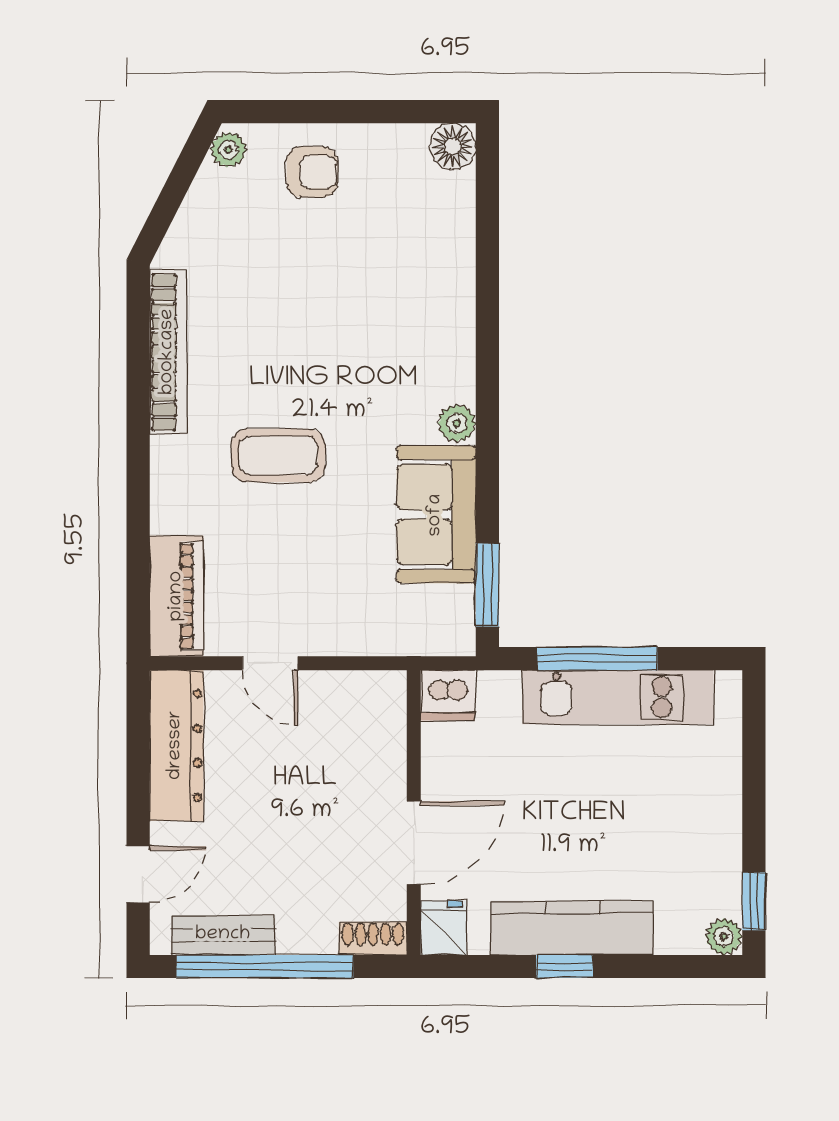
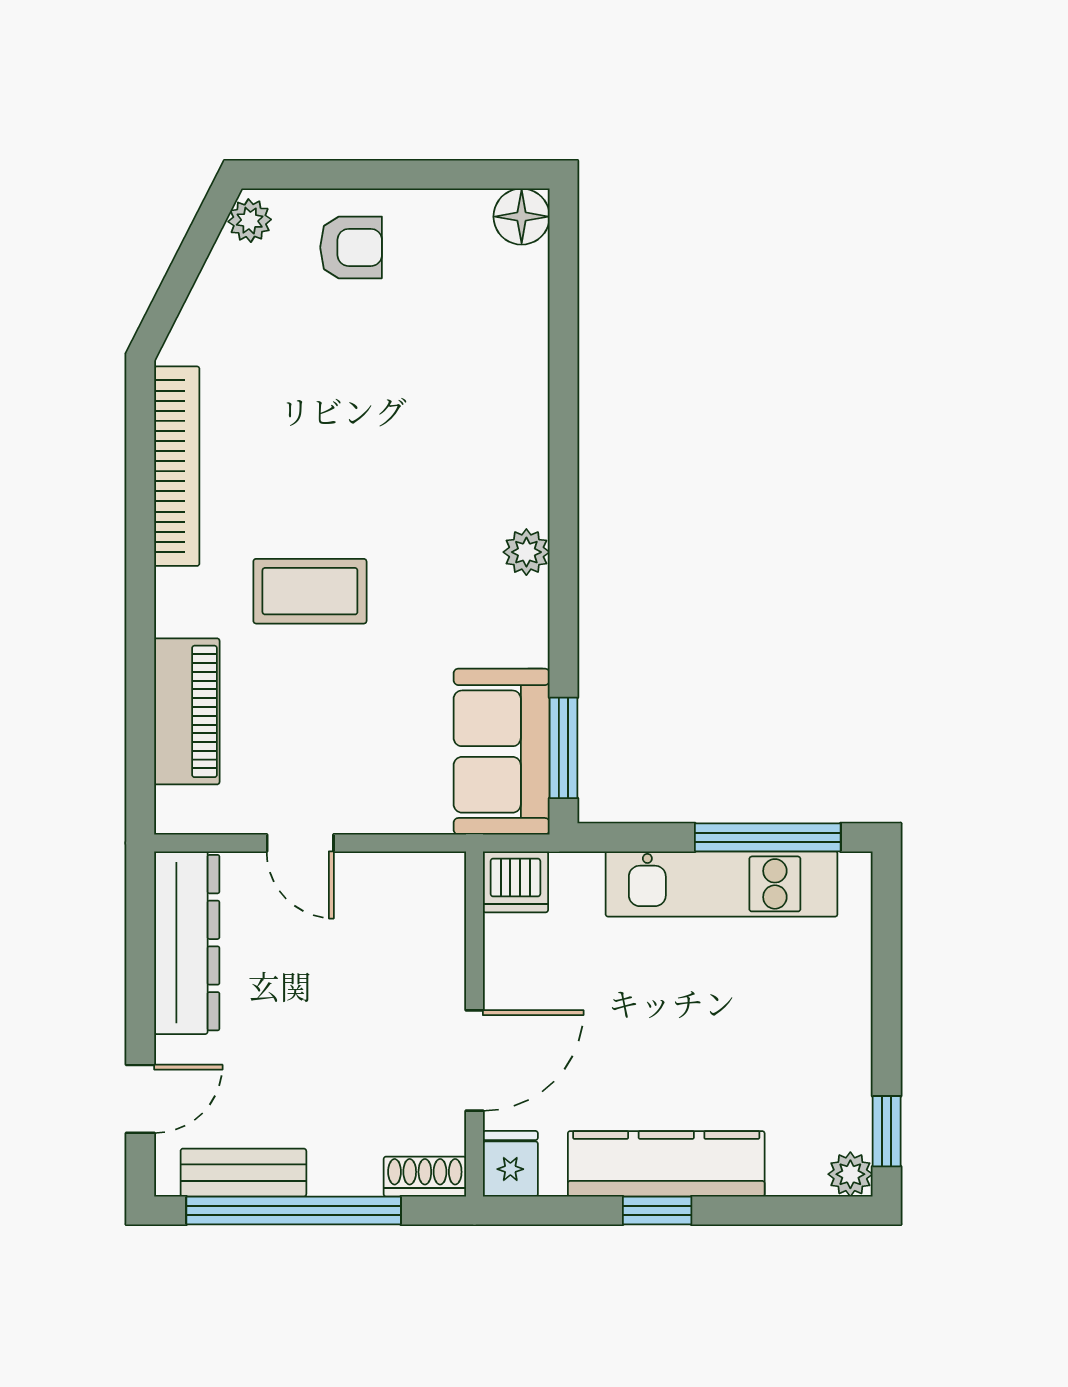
sofa: (436, 515) -> (502, 752), moved
piano: (177, 596) -> (187, 711), moved
window: (597, 659) -> (768, 837), moved

